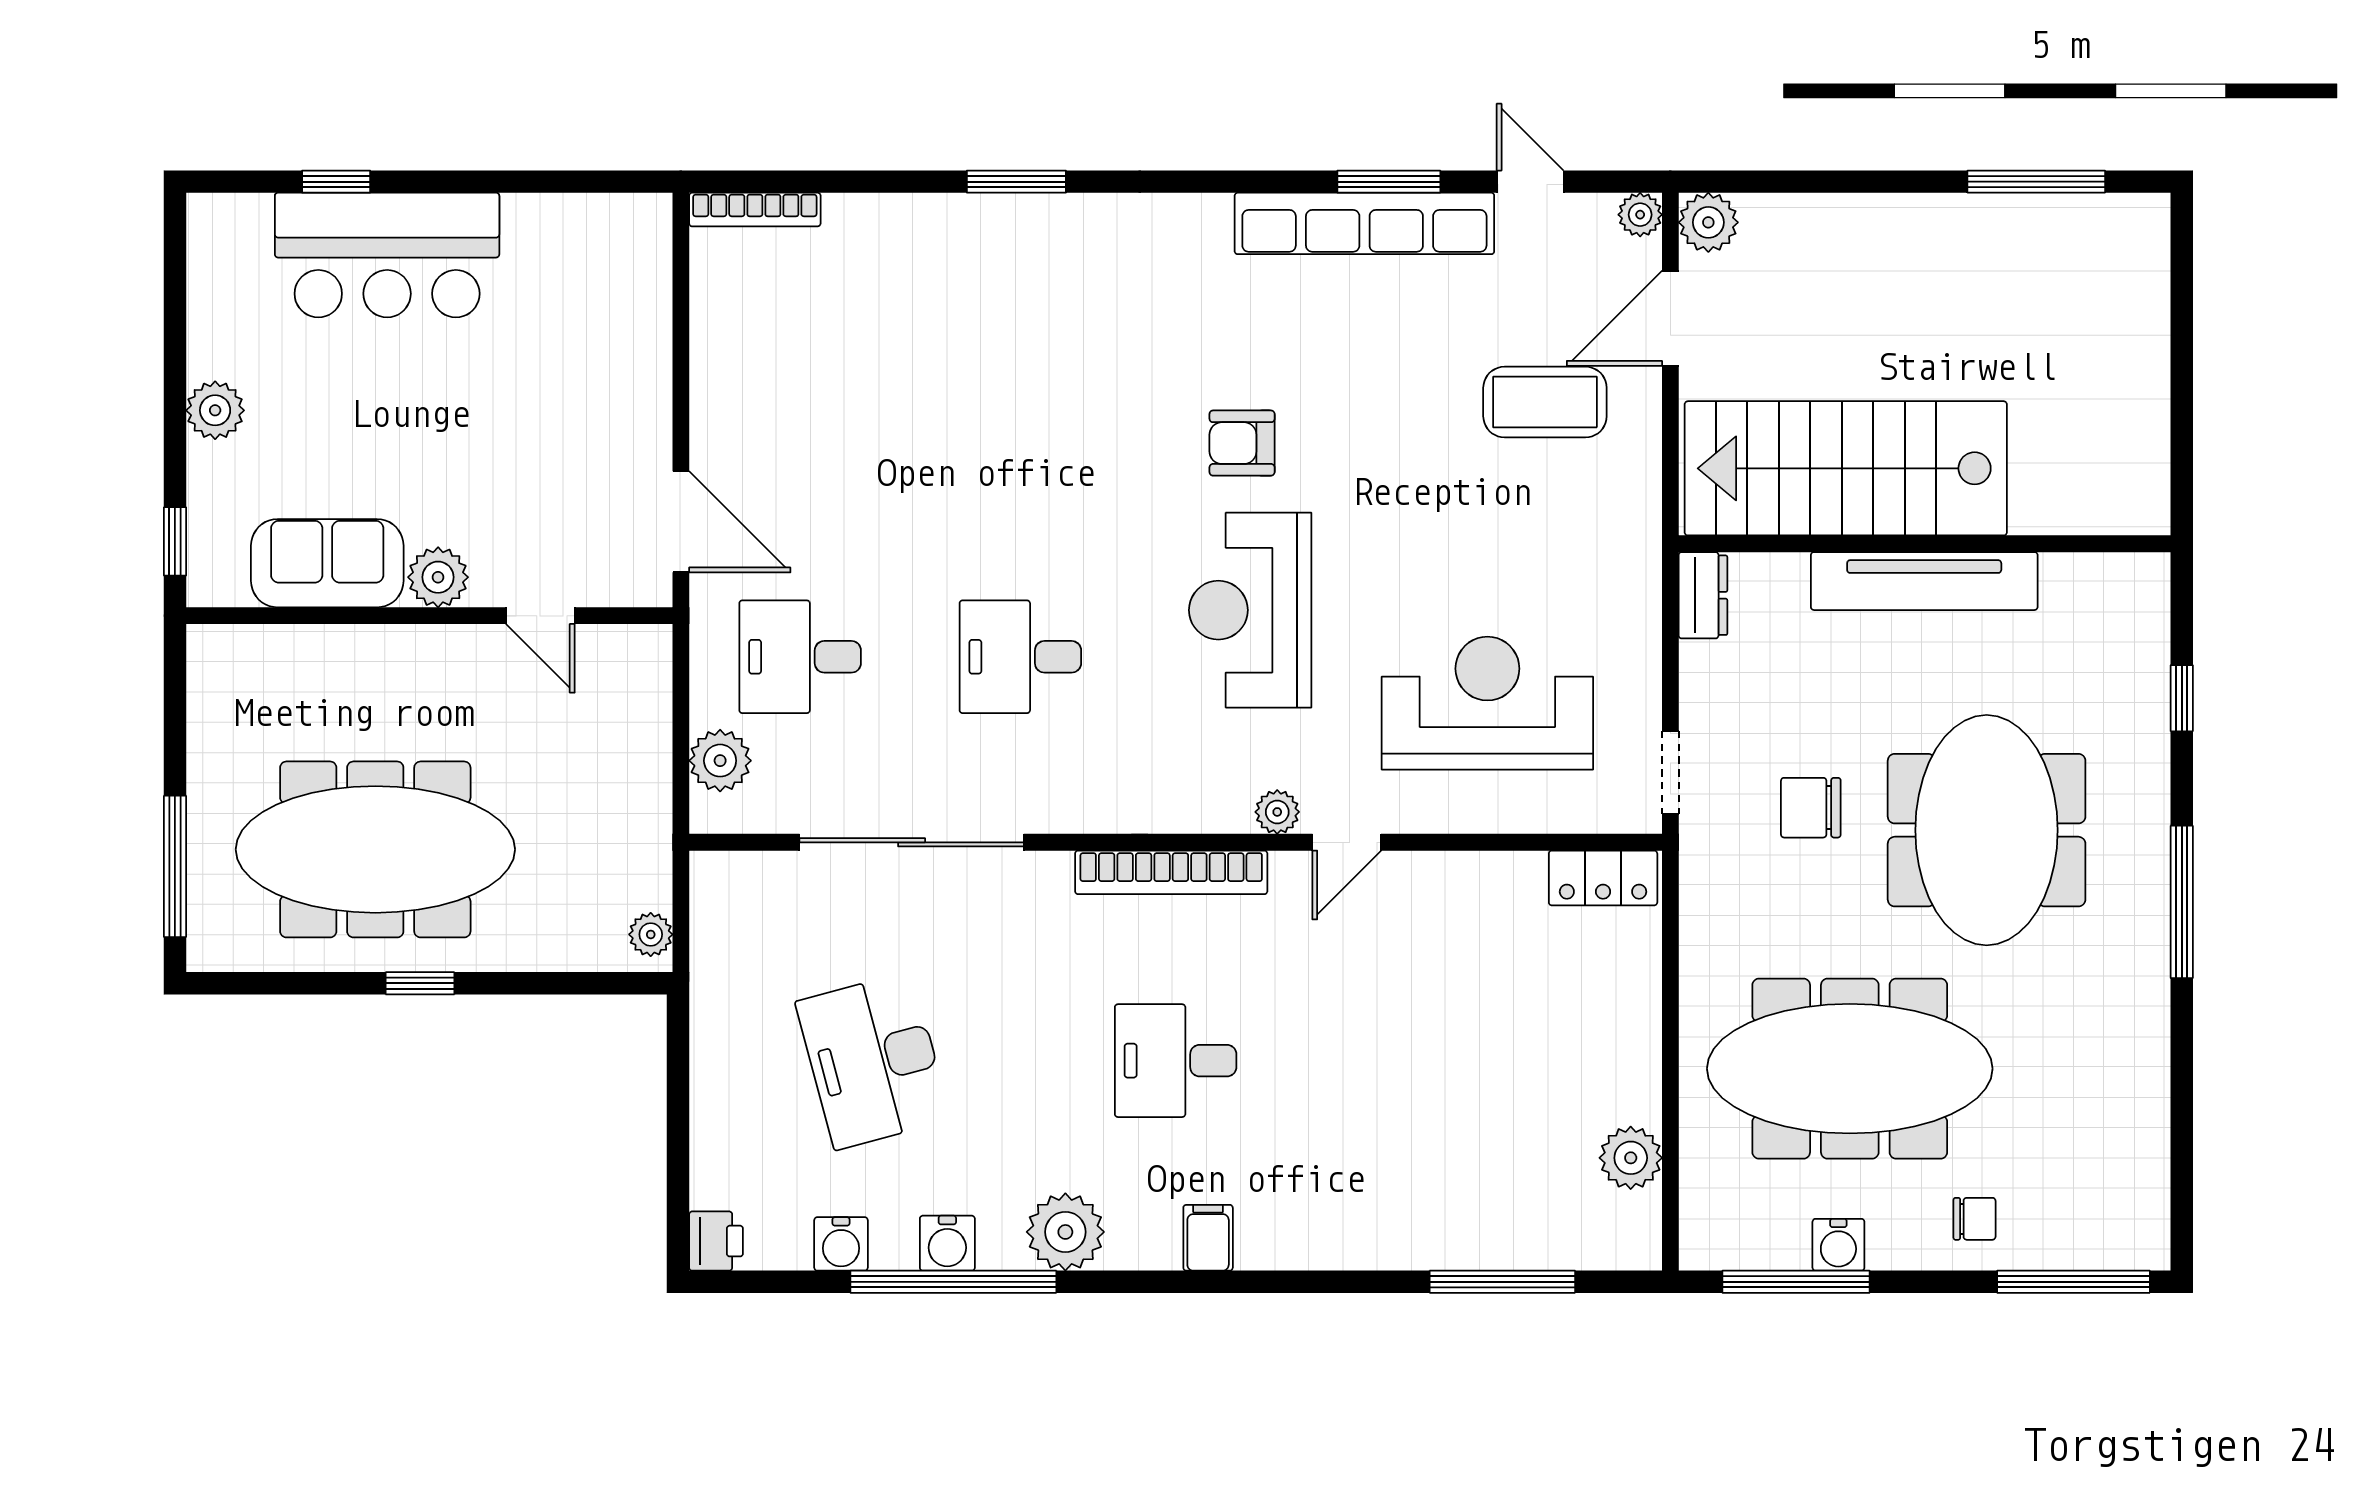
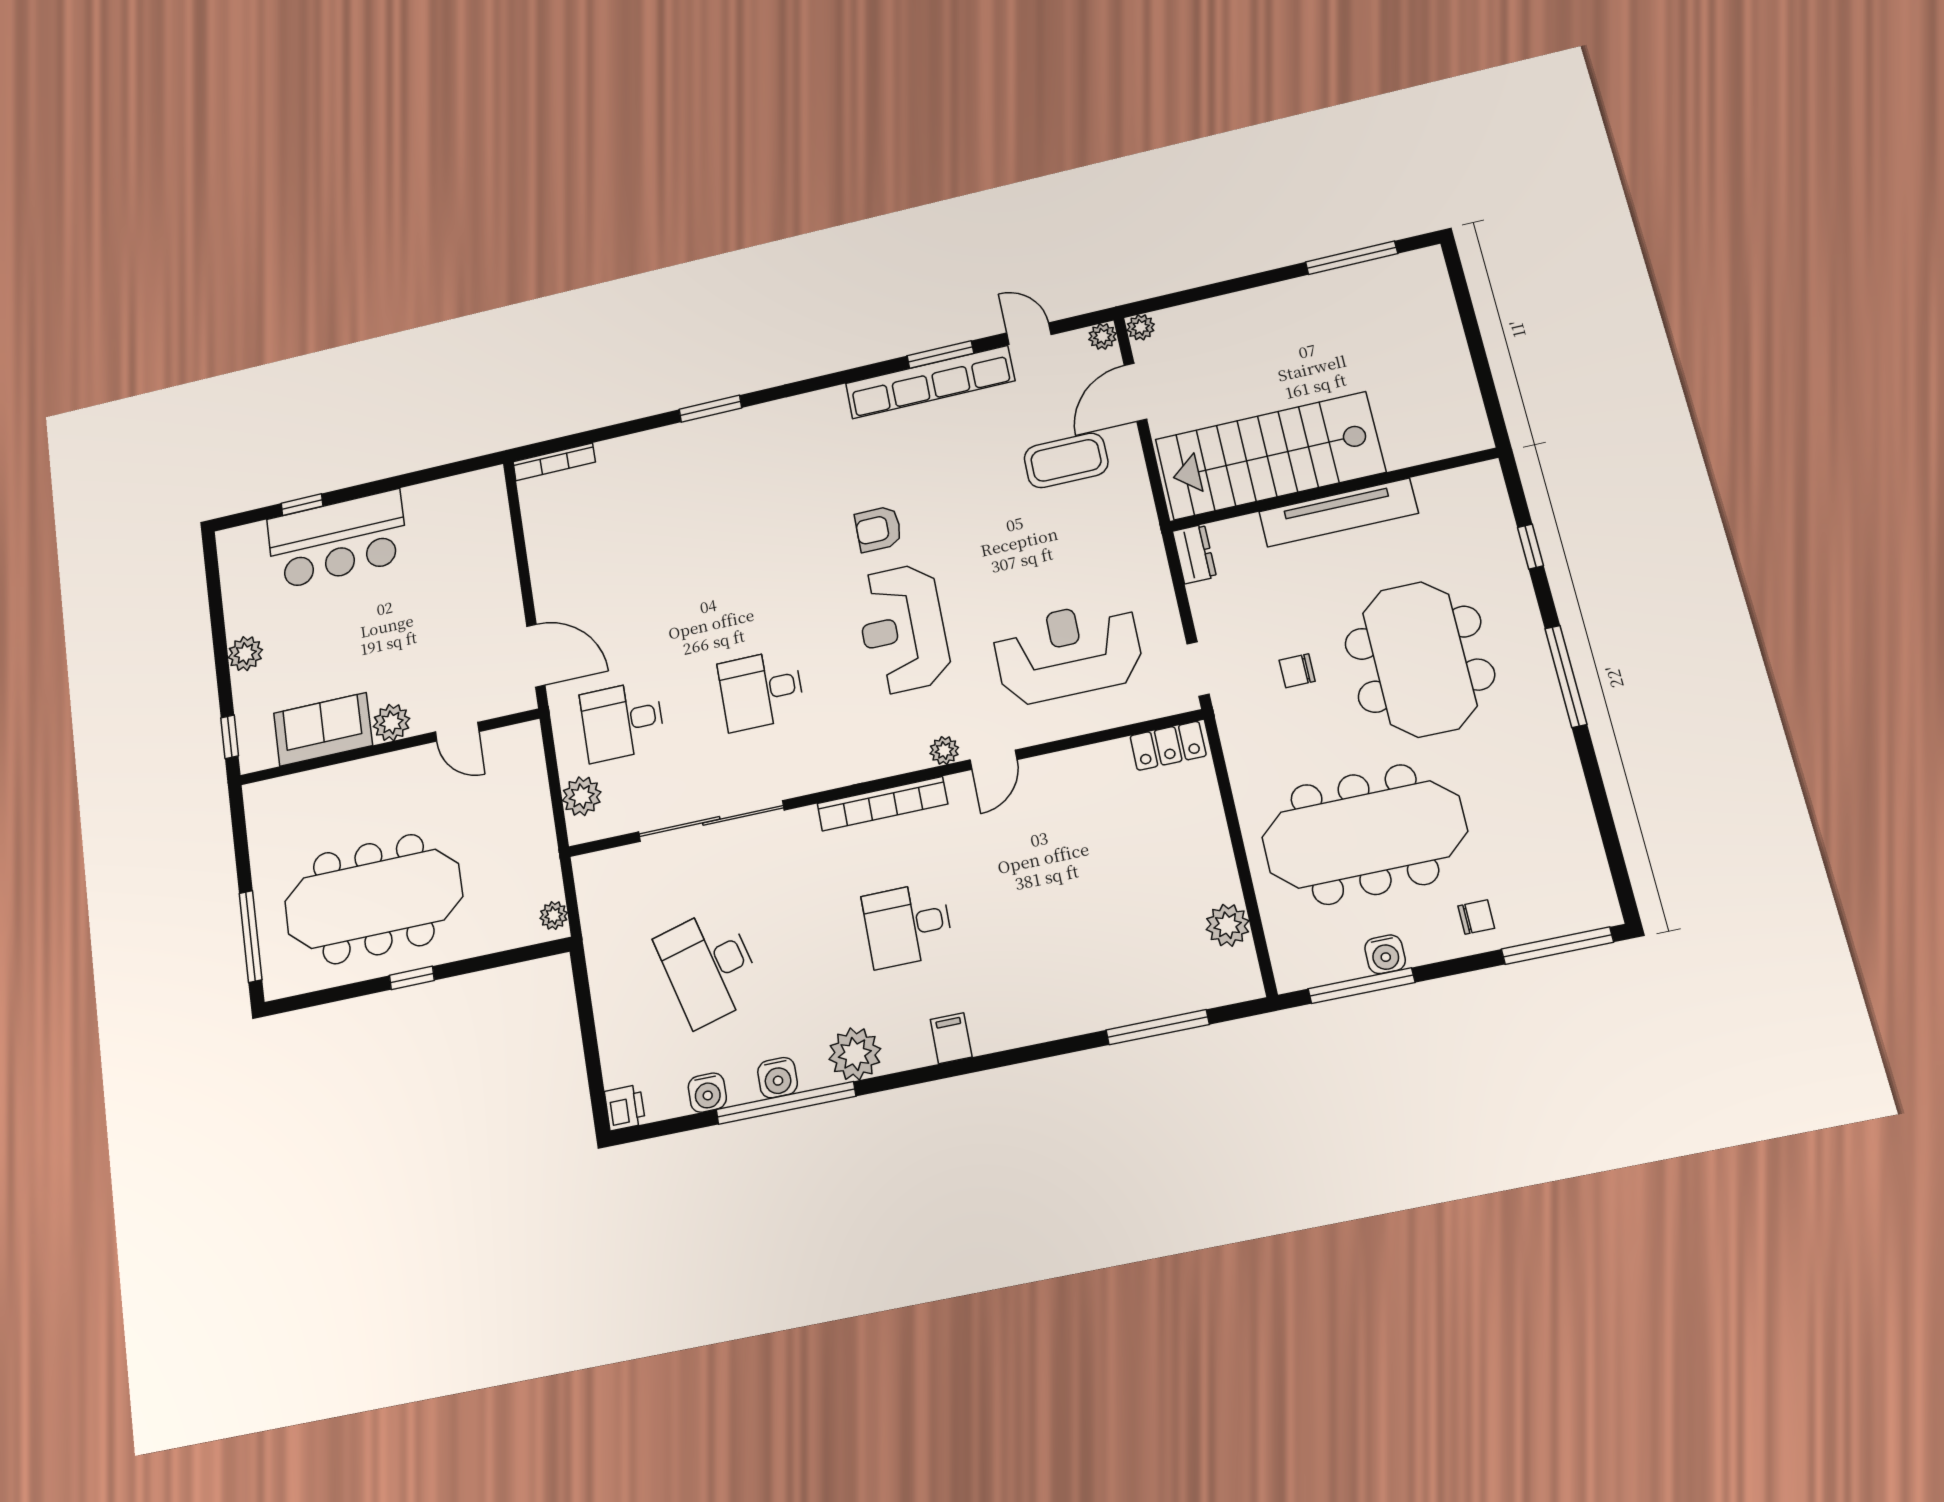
plant: (1708, 222) -> (1141, 327), width x0.73, depth x0.73
chair: (1811, 808) -> (1297, 671), width x0.73, depth x0.73

